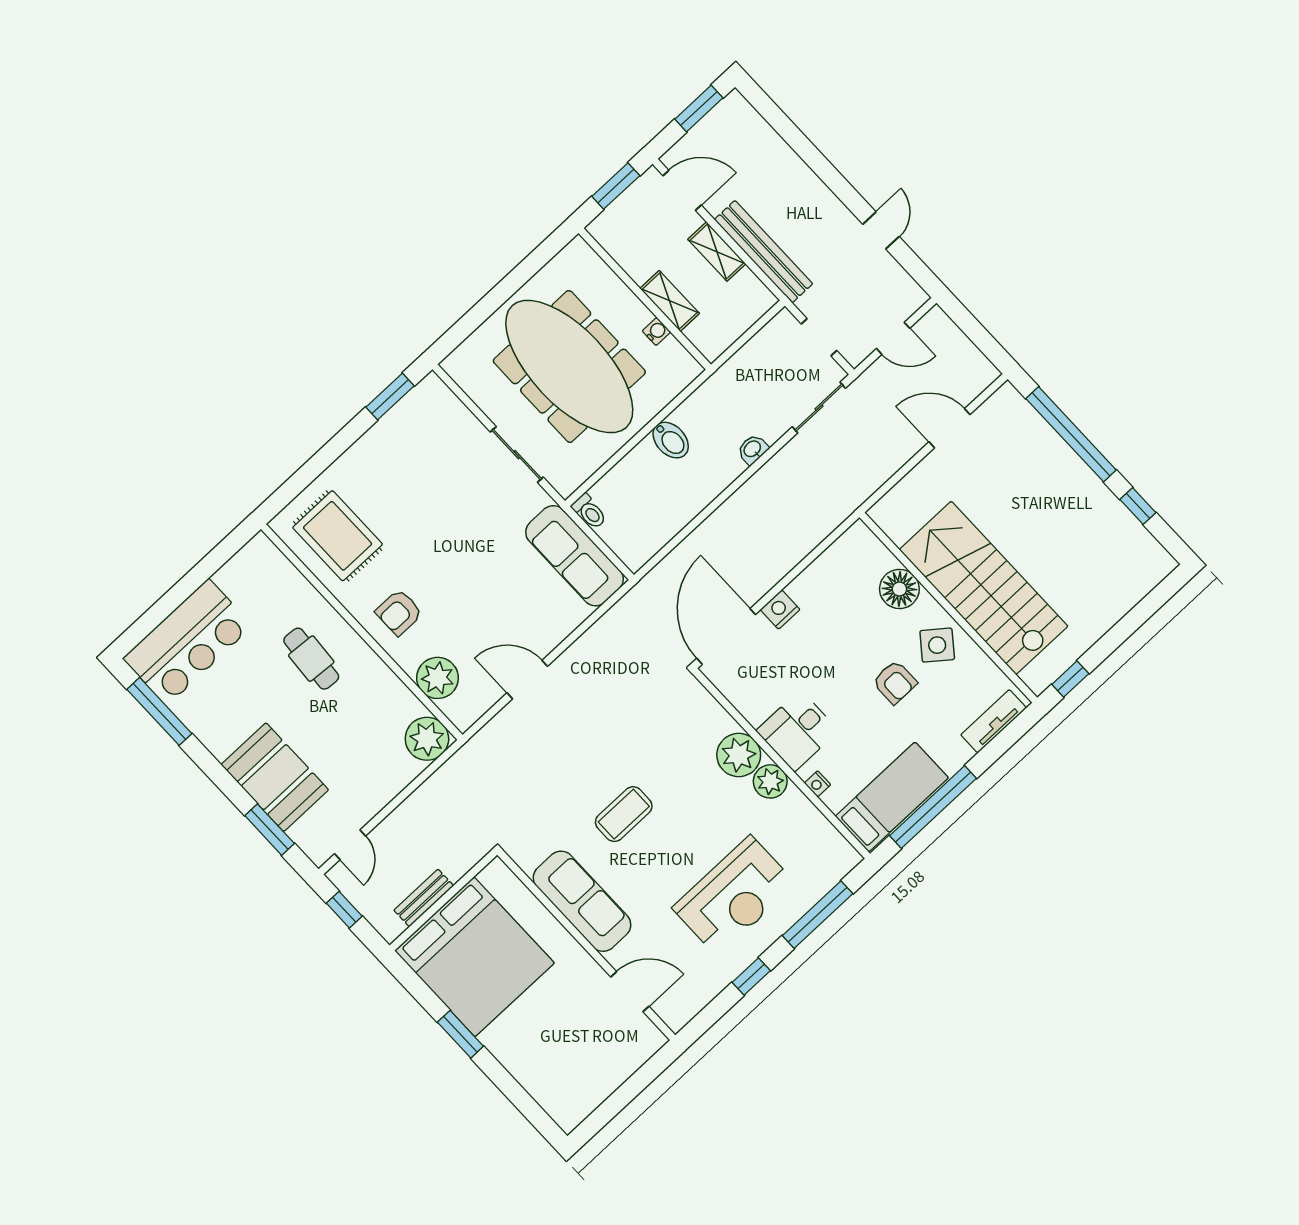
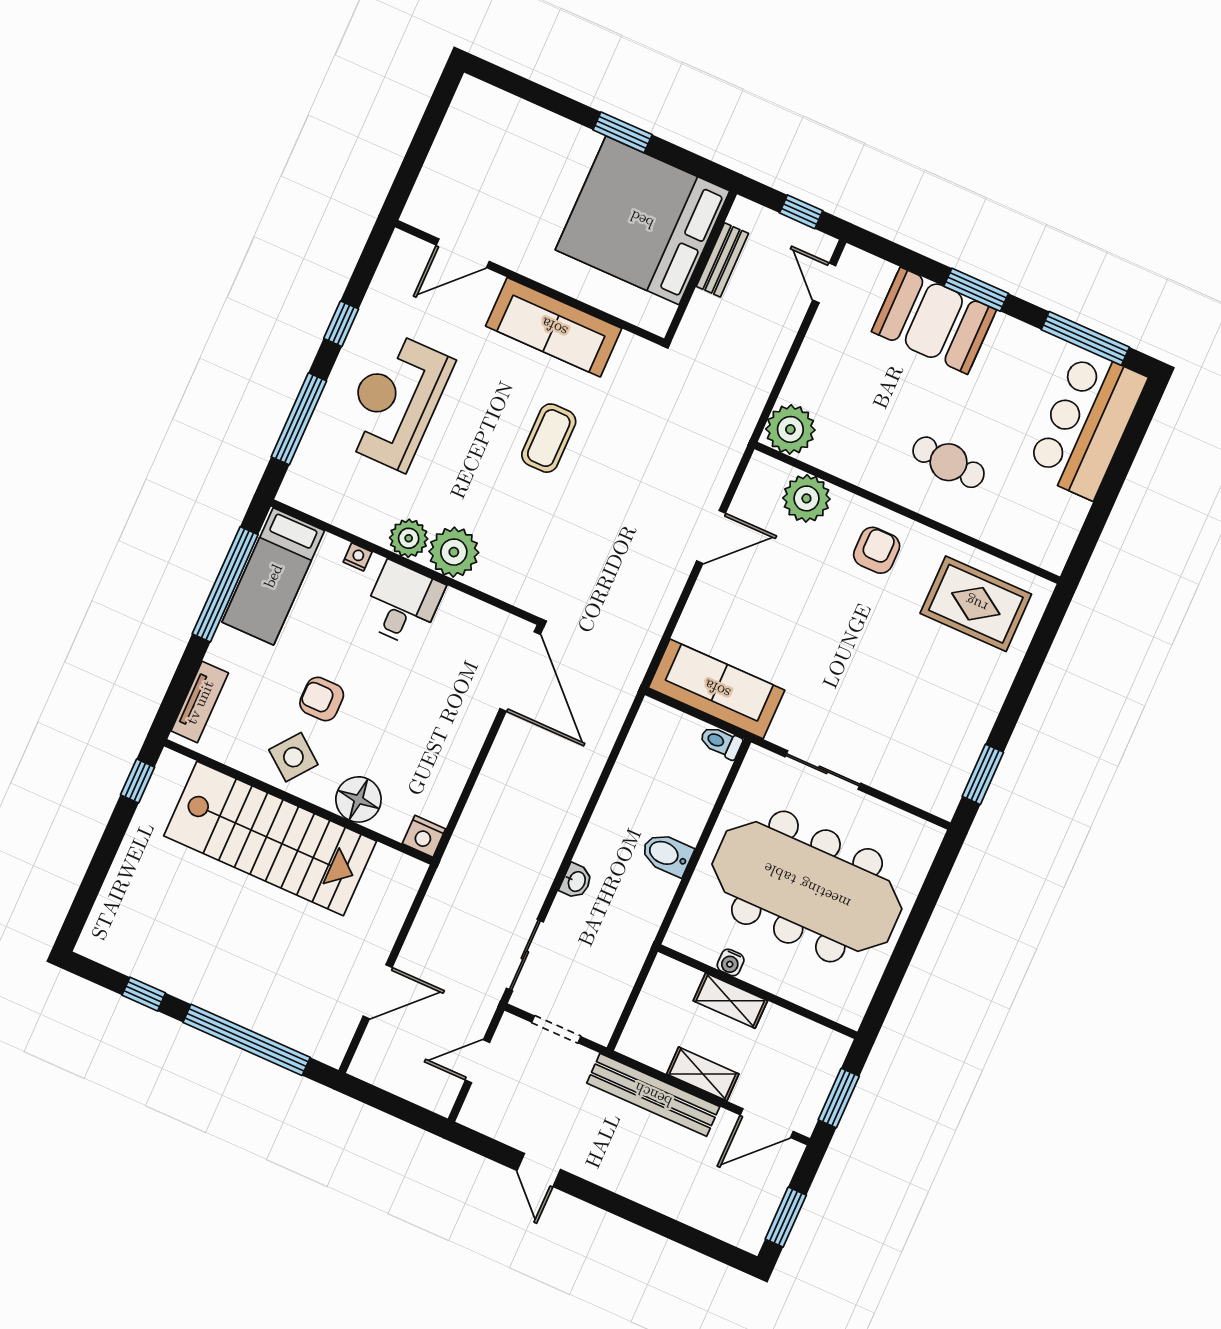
nightstand: (780, 610) -> (424, 836), moved, turned 90
window: (270, 830) -> (976, 290), moved

